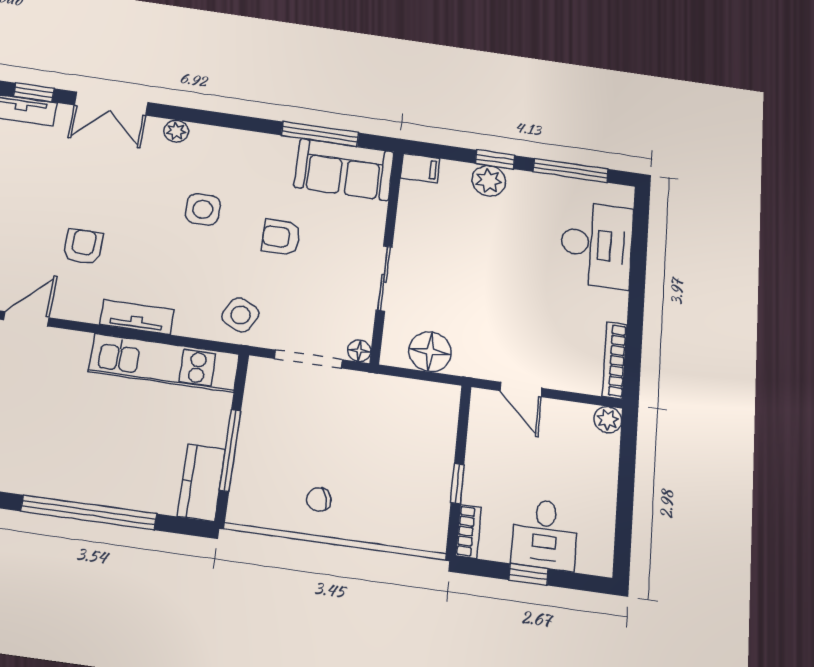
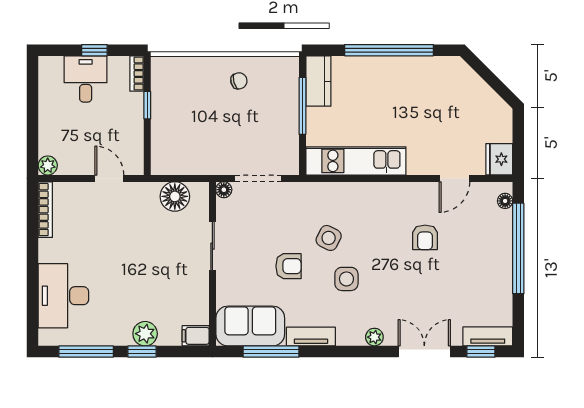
side table: (240, 315) -> (329, 238), moved
tv unit: (137, 317) -> (311, 337), moved, turned 180

